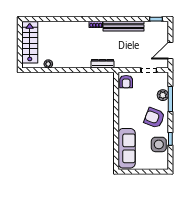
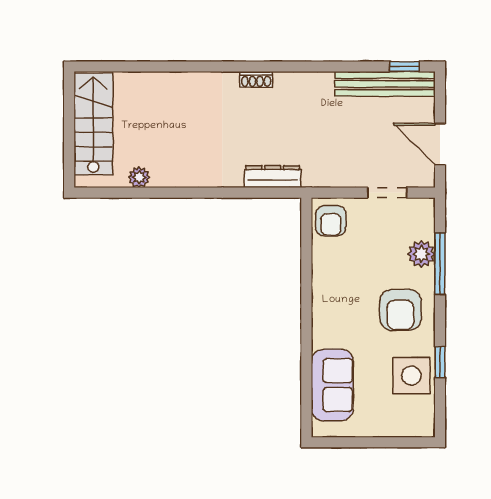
bench: (124, 26) -> (385, 84), moved
door: (170, 51) -> (440, 144), hinge flipped
armchair: (154, 118) -> (400, 310), turned -111
sofa: (127, 148) -> (332, 385), width x0.73

